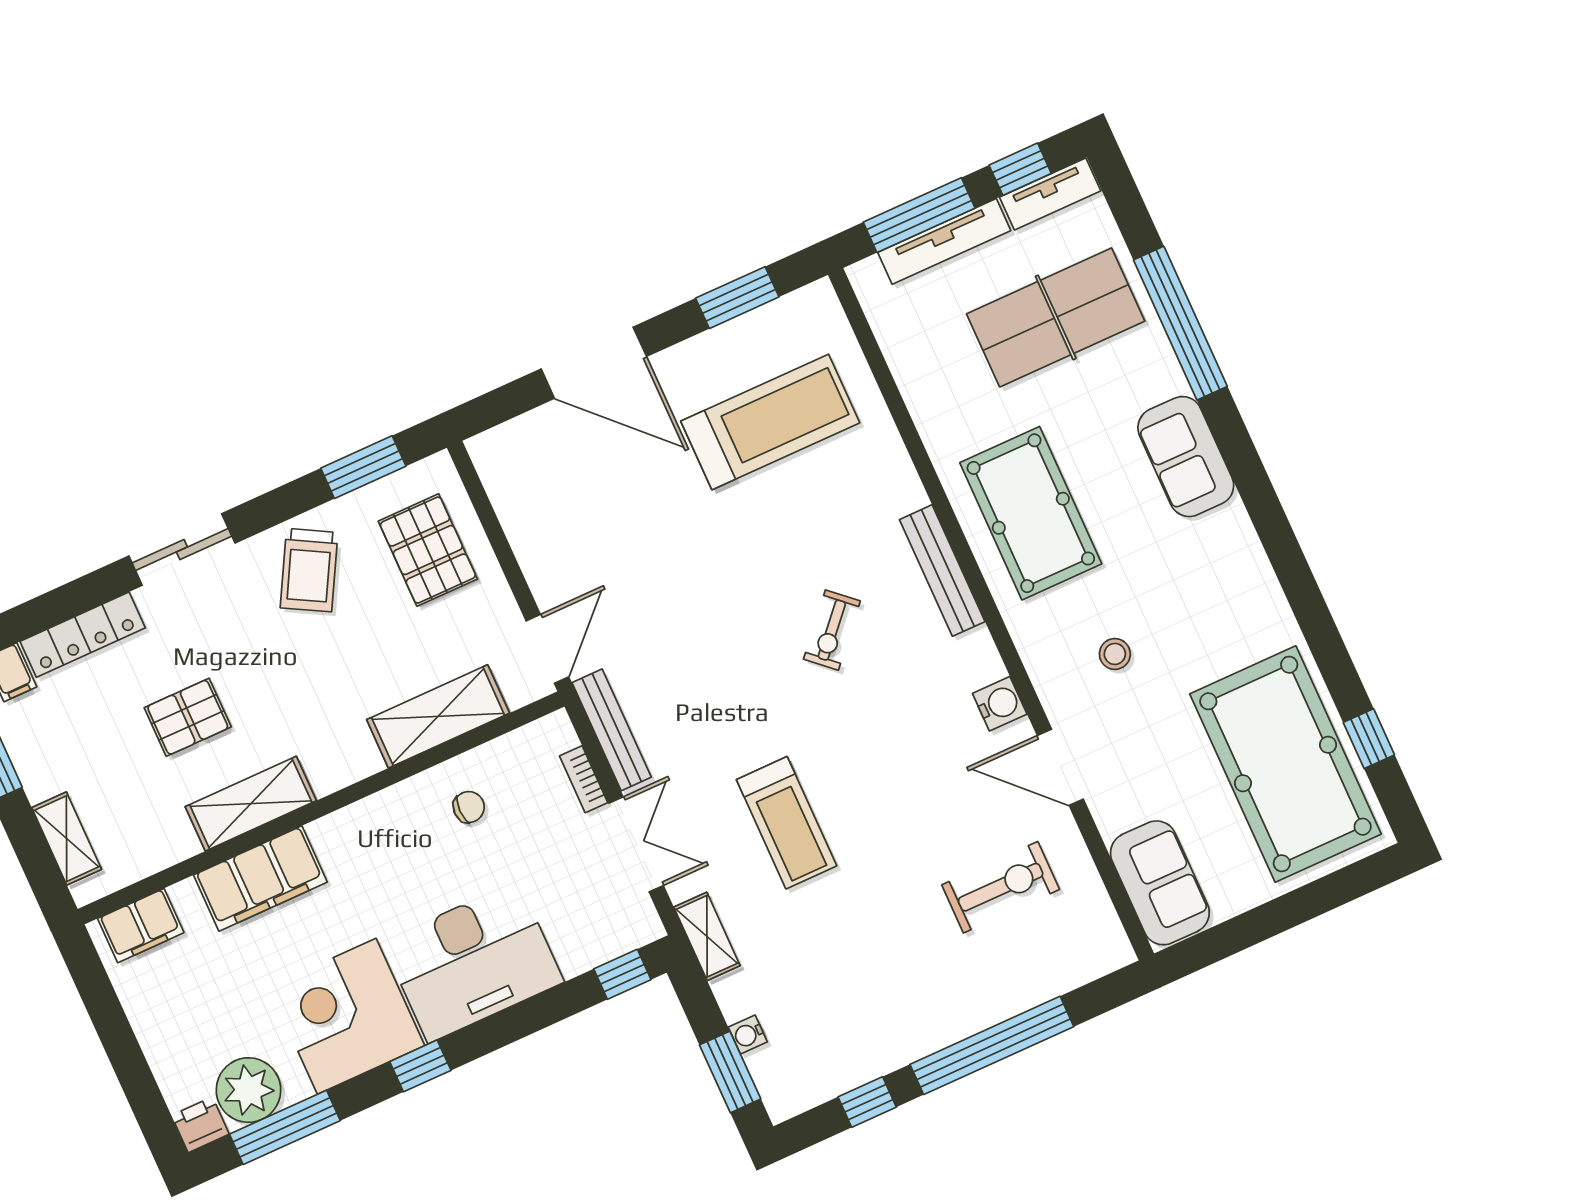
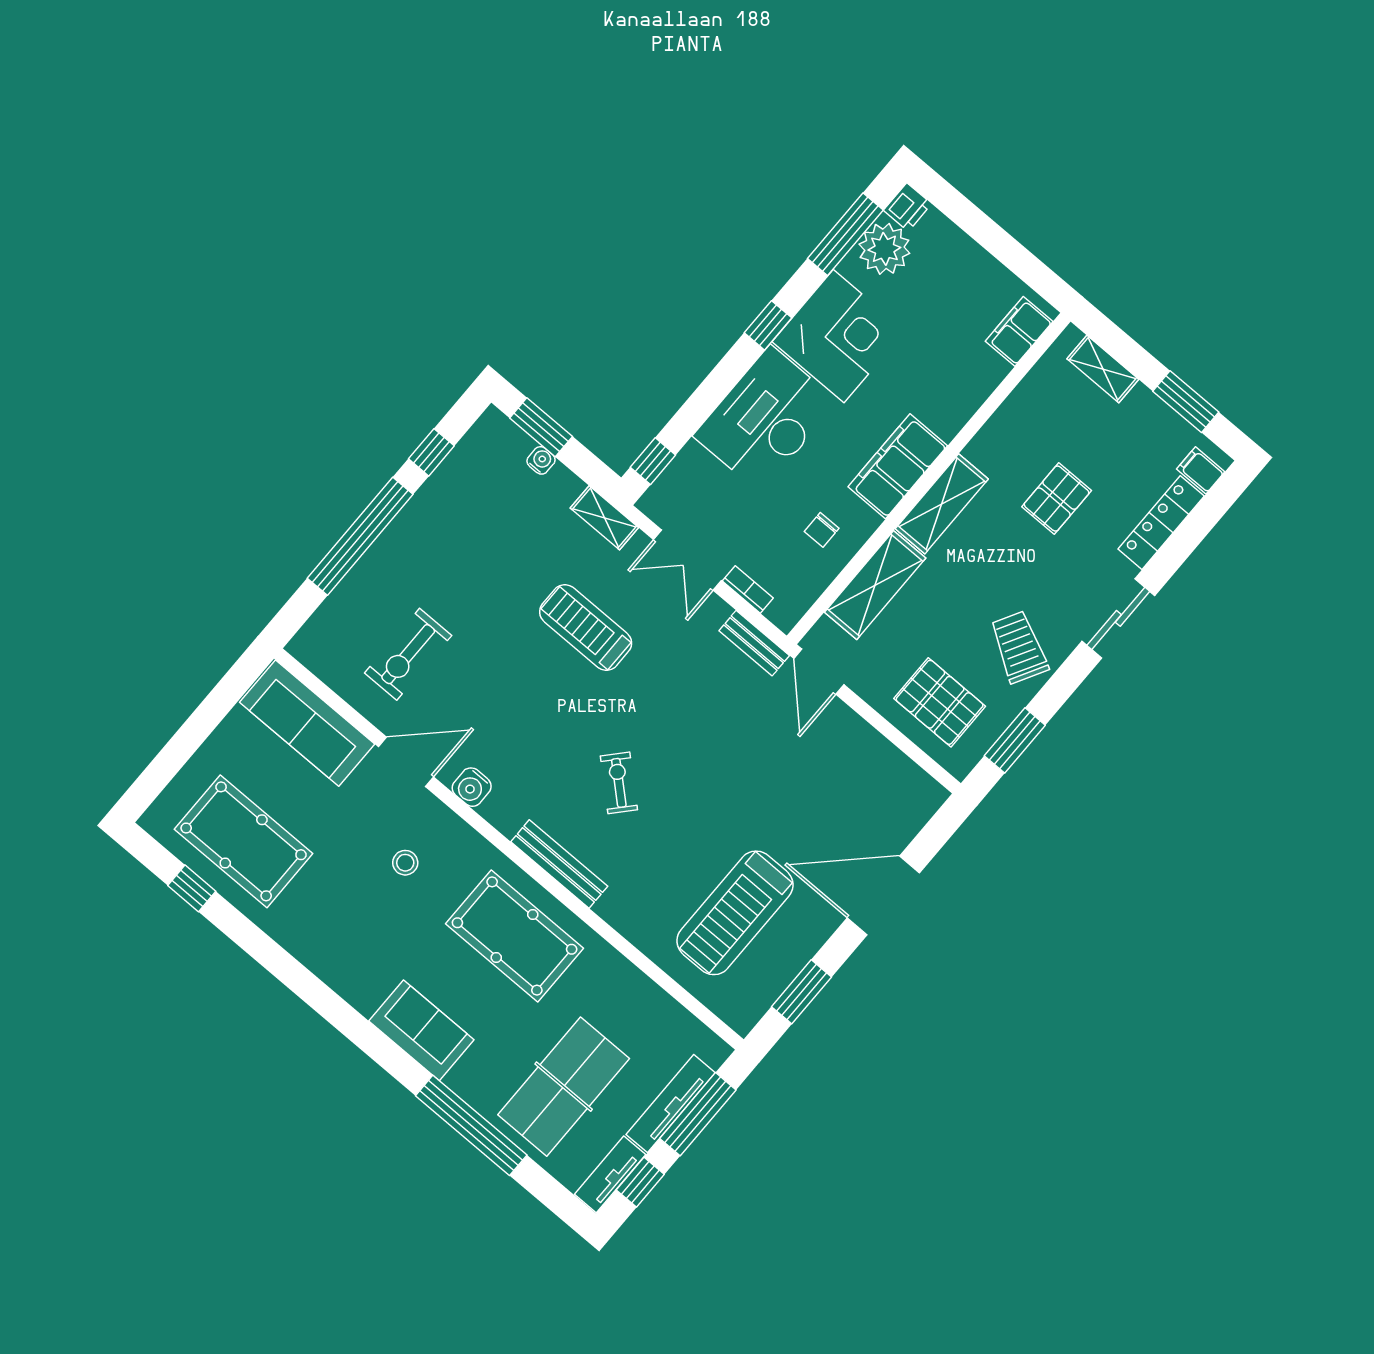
bench: (612, 730) -> (754, 643), width x0.73
pool table: (1285, 764) -> (244, 841), width x0.73, depth x0.76
shelving: (251, 804) -> (942, 504), moved
filing cabinet: (260, 879) -> (898, 466), moved
sofa: (1160, 883) -> (307, 723), width x1.36

